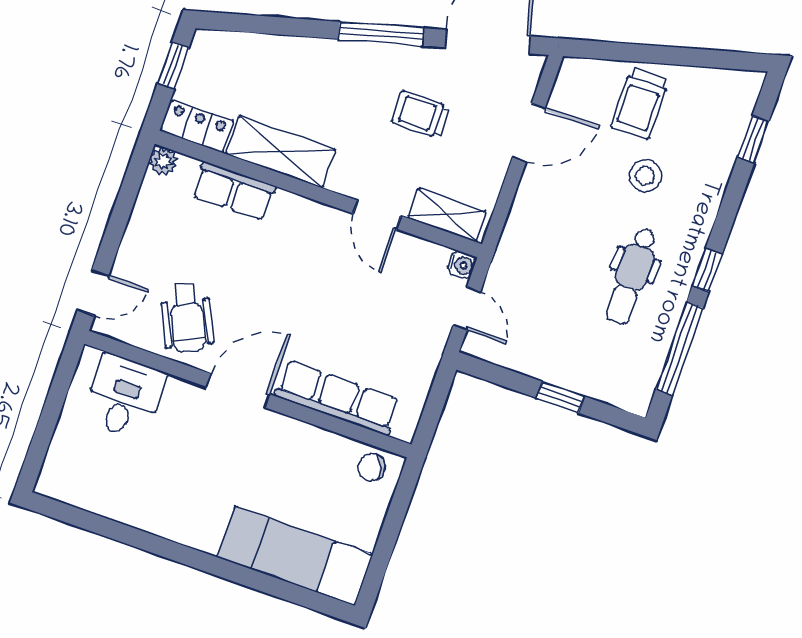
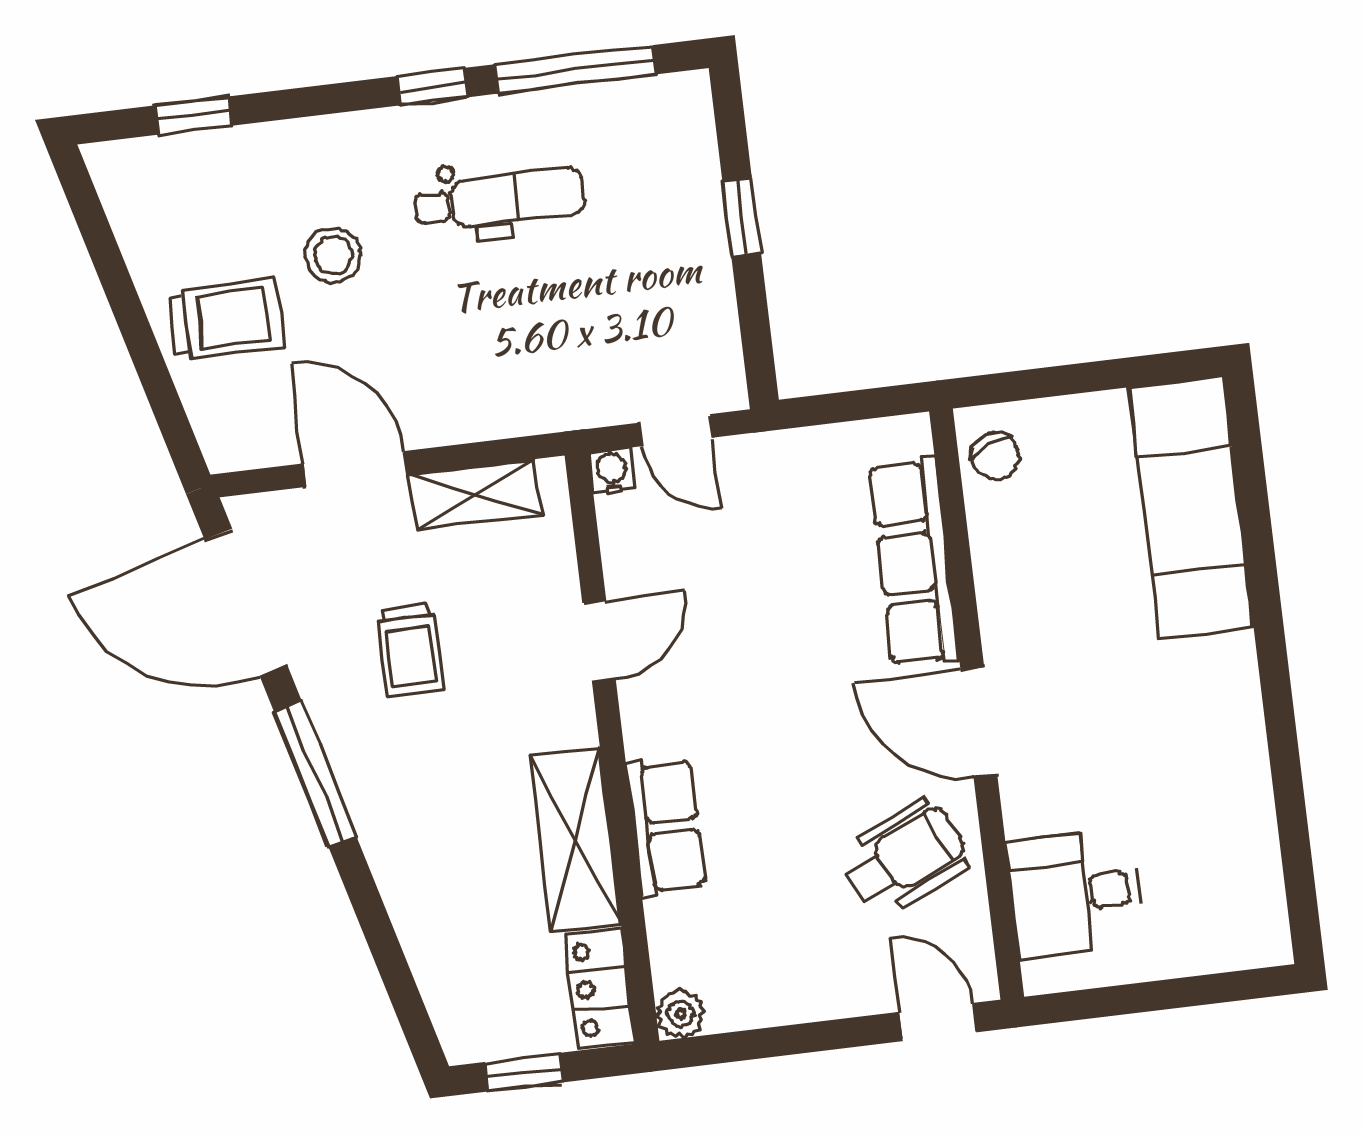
row of seats: (234, 191) -> (666, 827), moved
shelving: (447, 215) -> (476, 494), moved, turned 90
door: (467, 309) -> (676, 430), swing flipped

